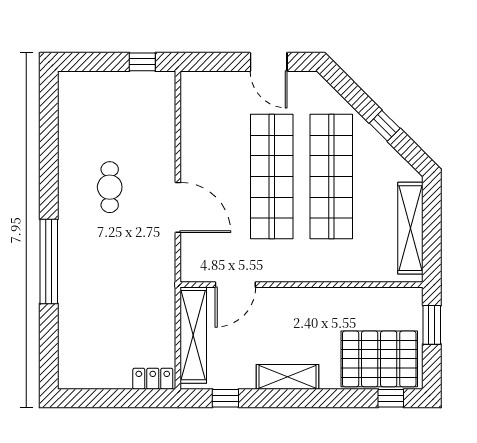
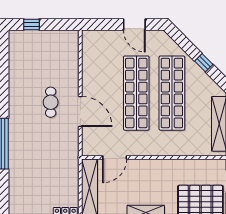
window: (142, 62) -> (32, 25), moved
cafe table: (110, 187) -> (51, 102), moved

